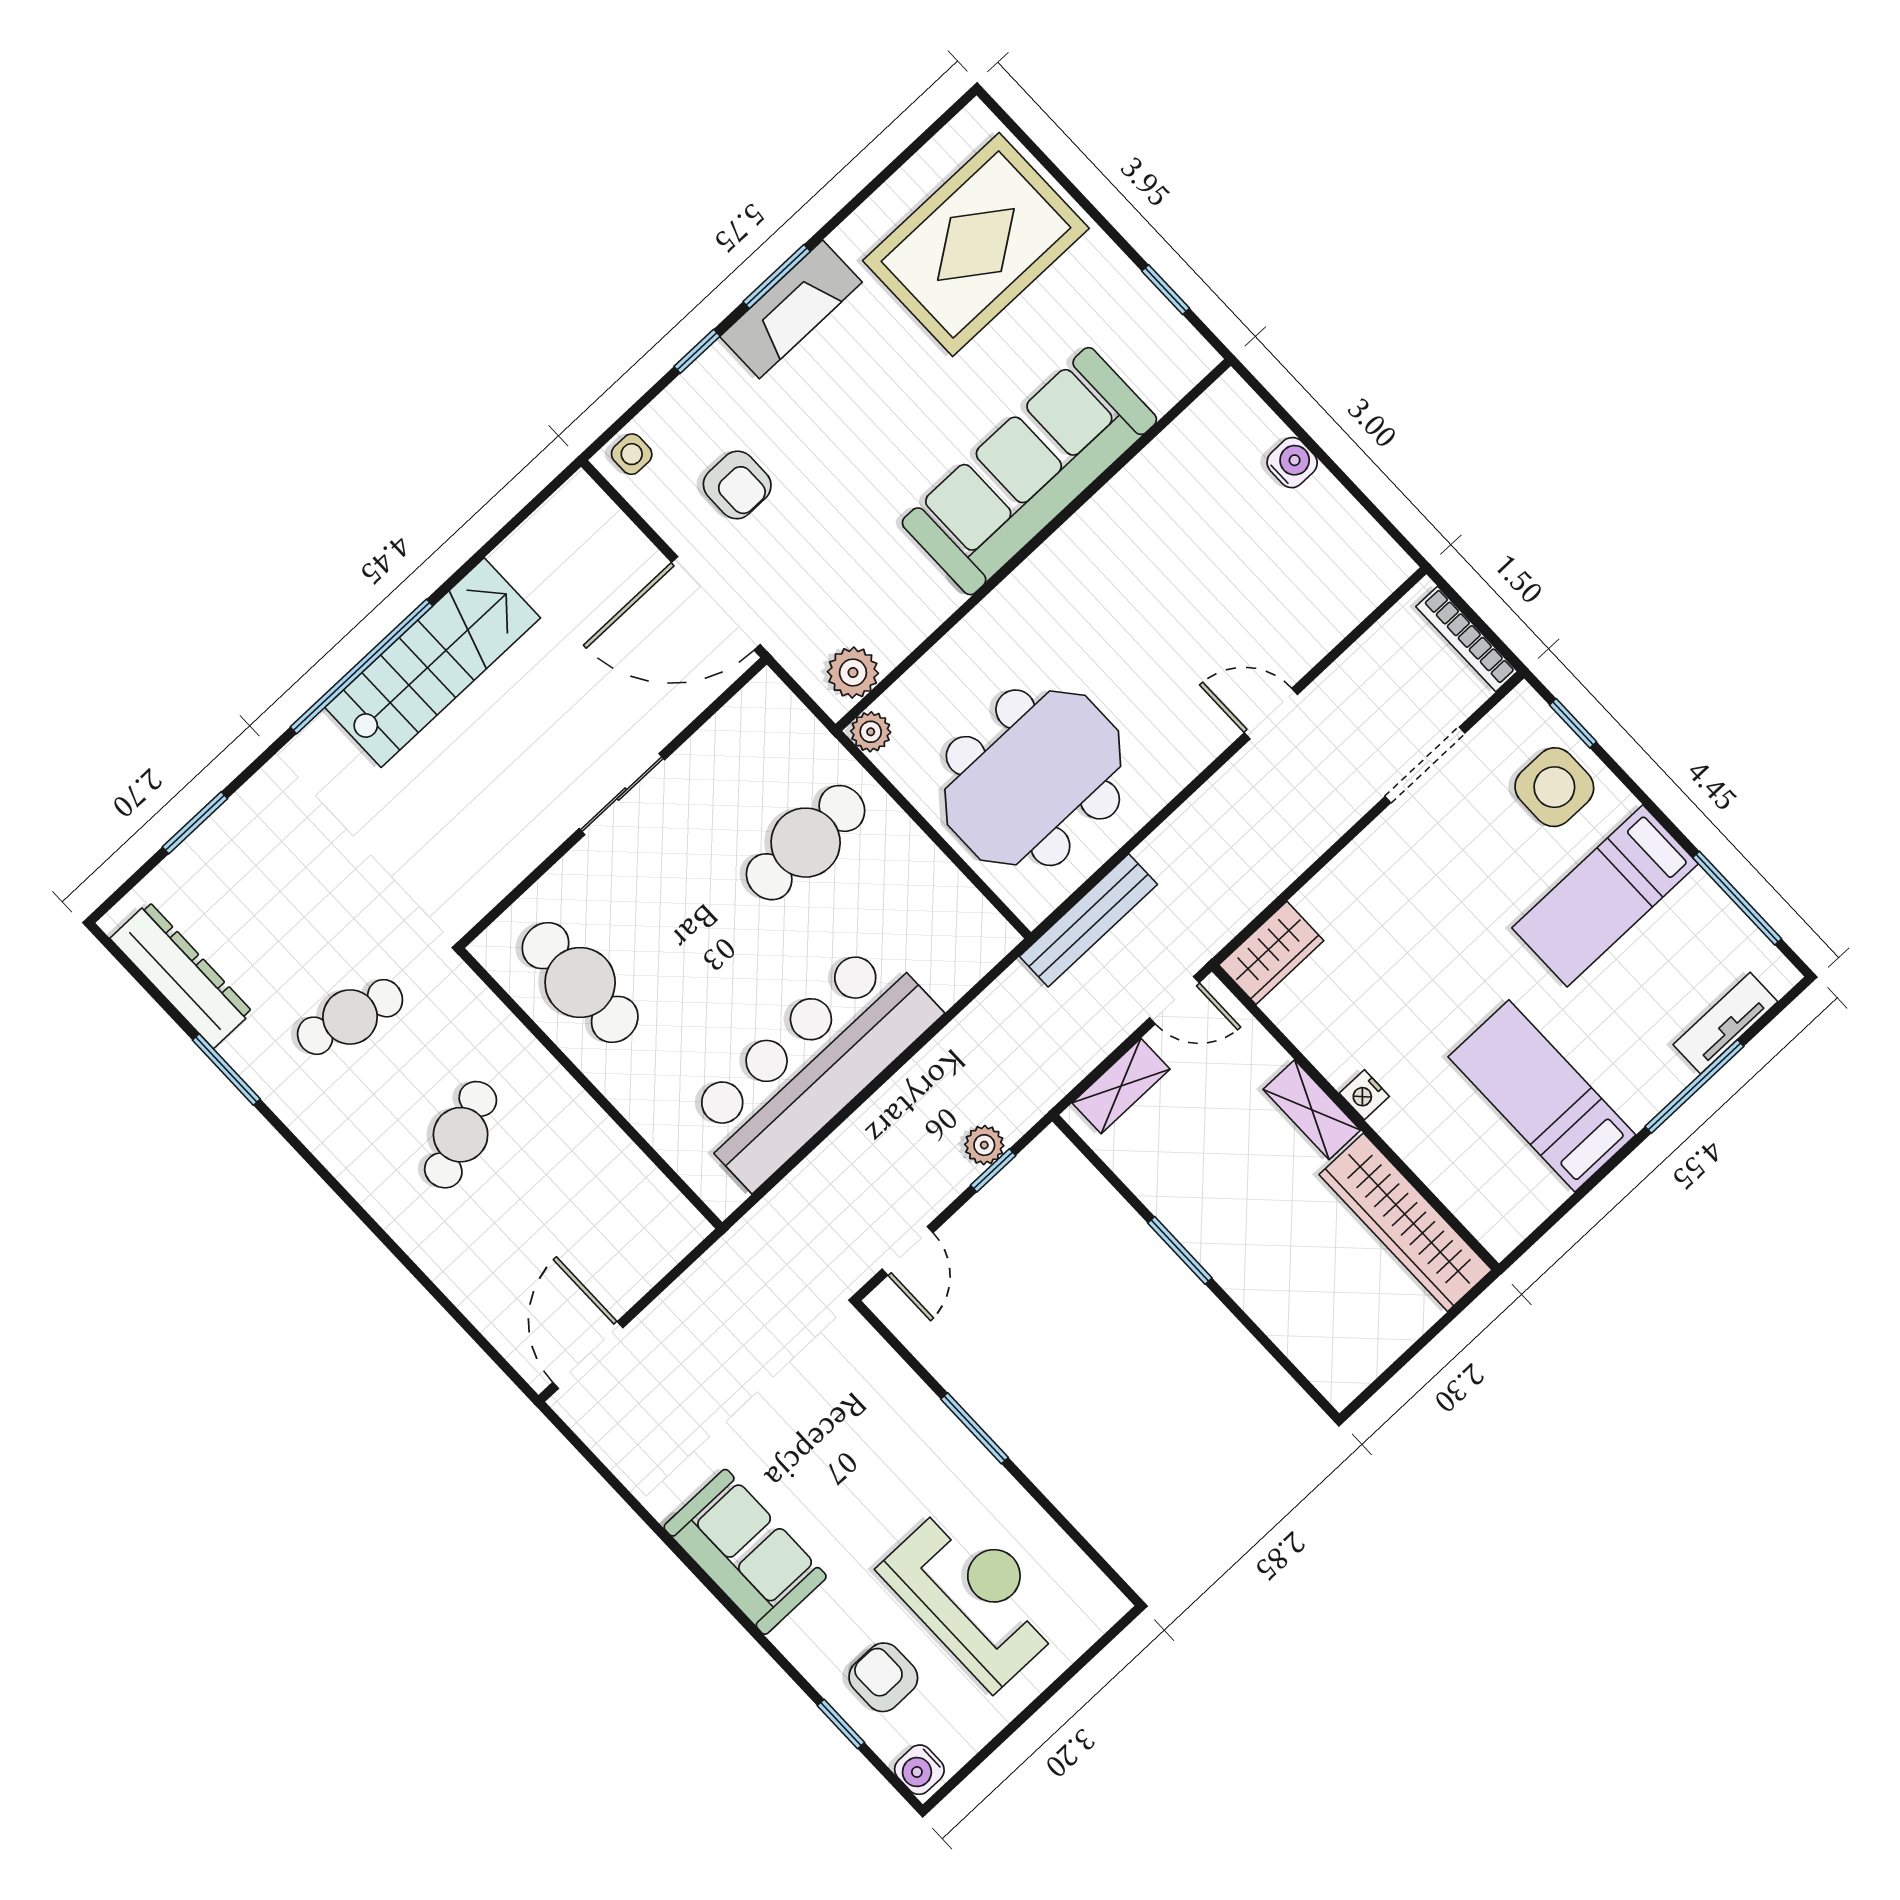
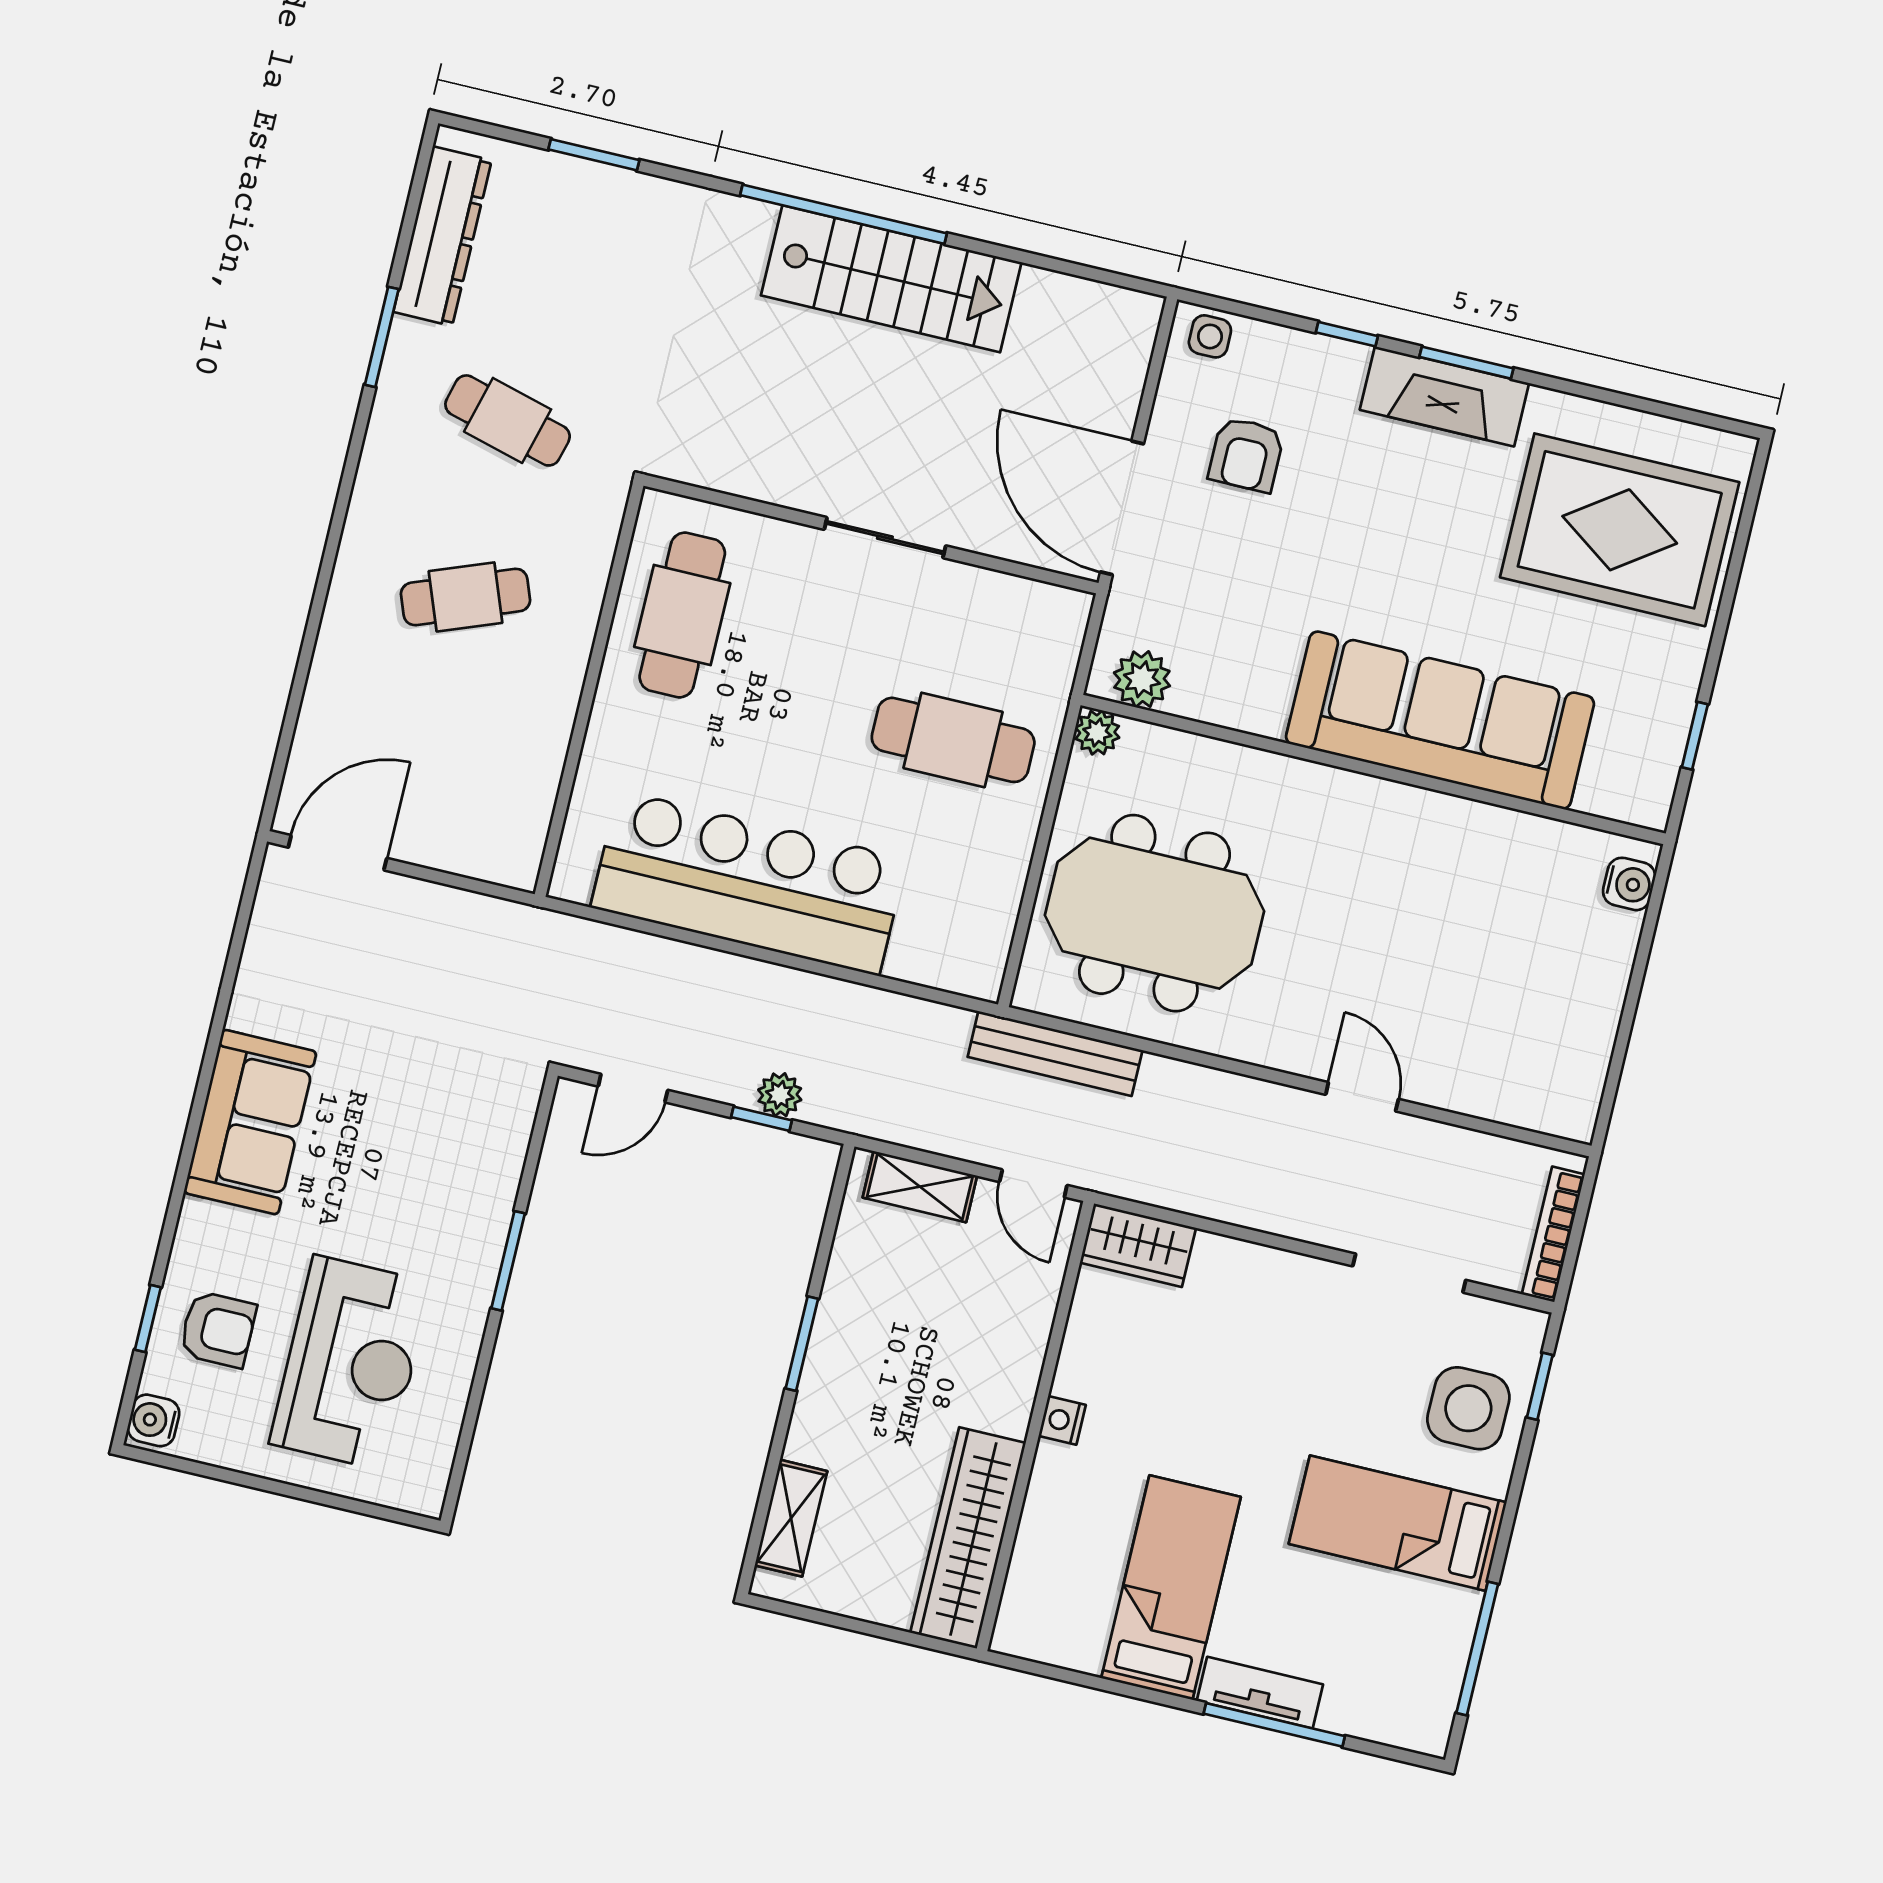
water cooler: (1292, 463) -> (1629, 884), moved
tv unit: (1725, 1023) -> (1260, 1693), moved
shelving: (1312, 1110) -> (791, 1518), moved
armchair: (883, 1677) -> (218, 1329), turned 90

